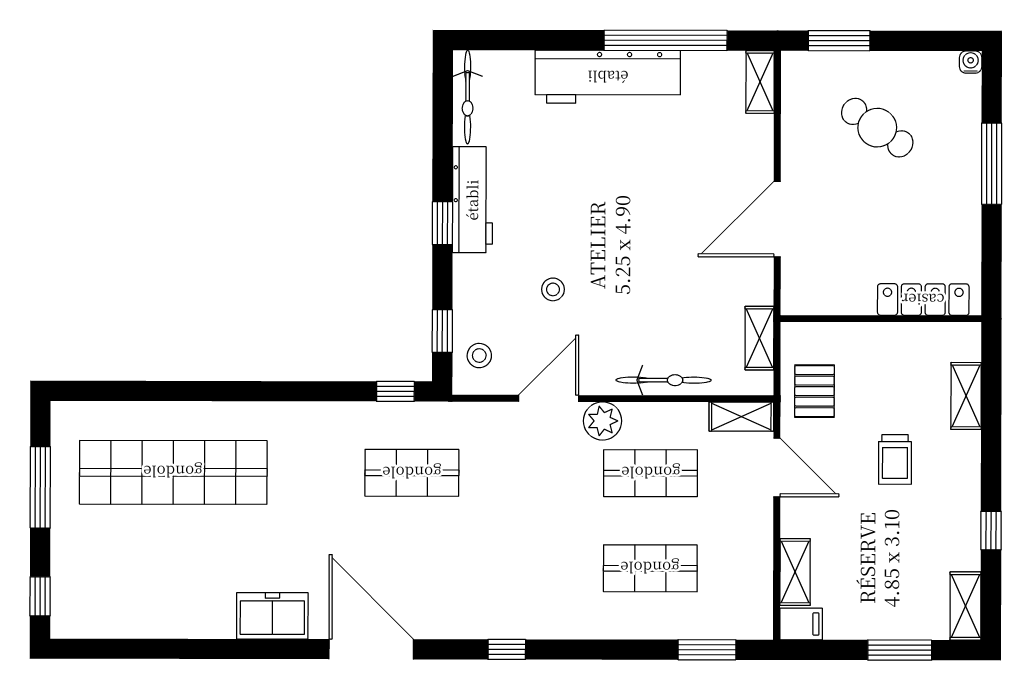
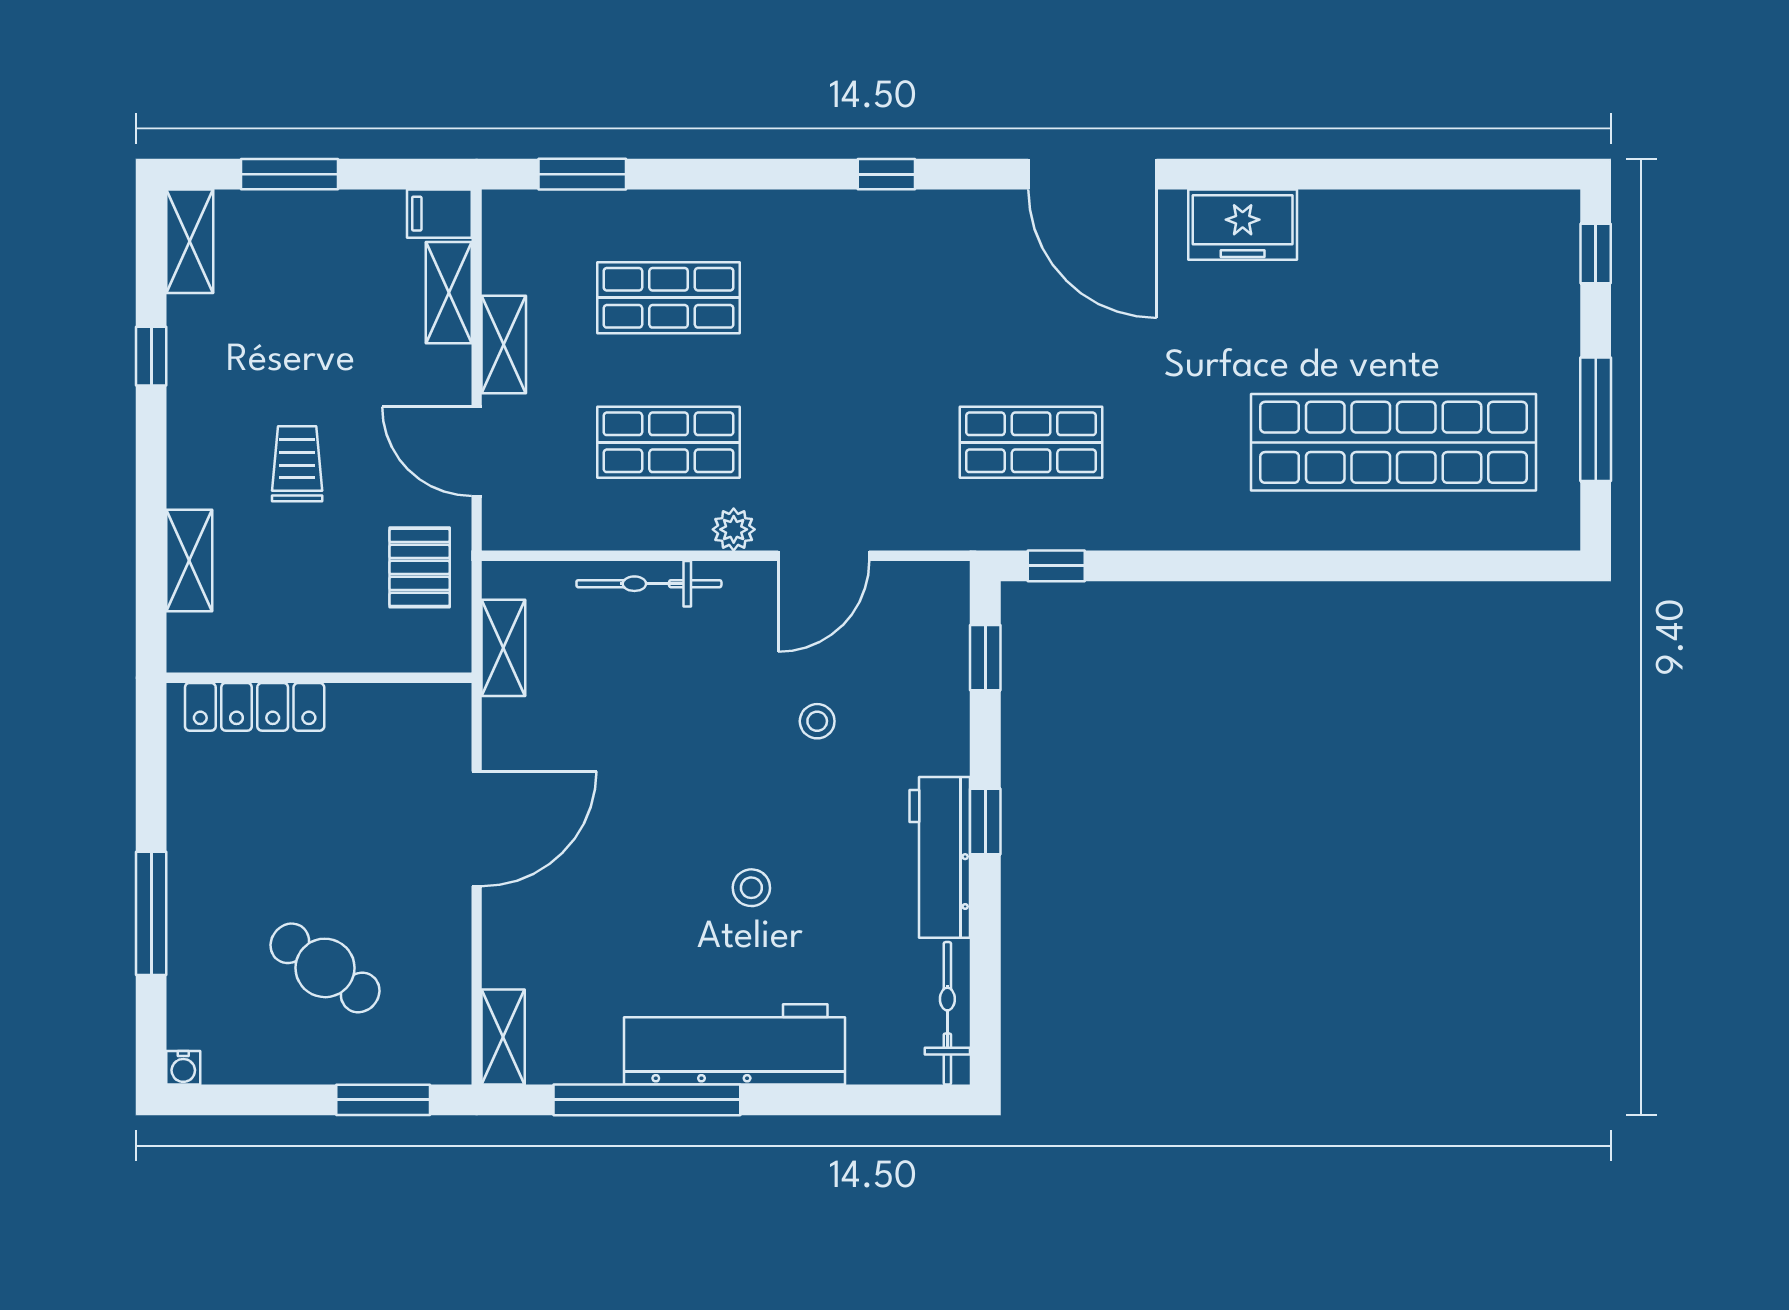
stool: (479, 356) -> (751, 888), moved
shelving: (741, 417) -> (504, 344), moved, turned 90
plant: (603, 421) -> (734, 529), width x0.73, depth x0.73

